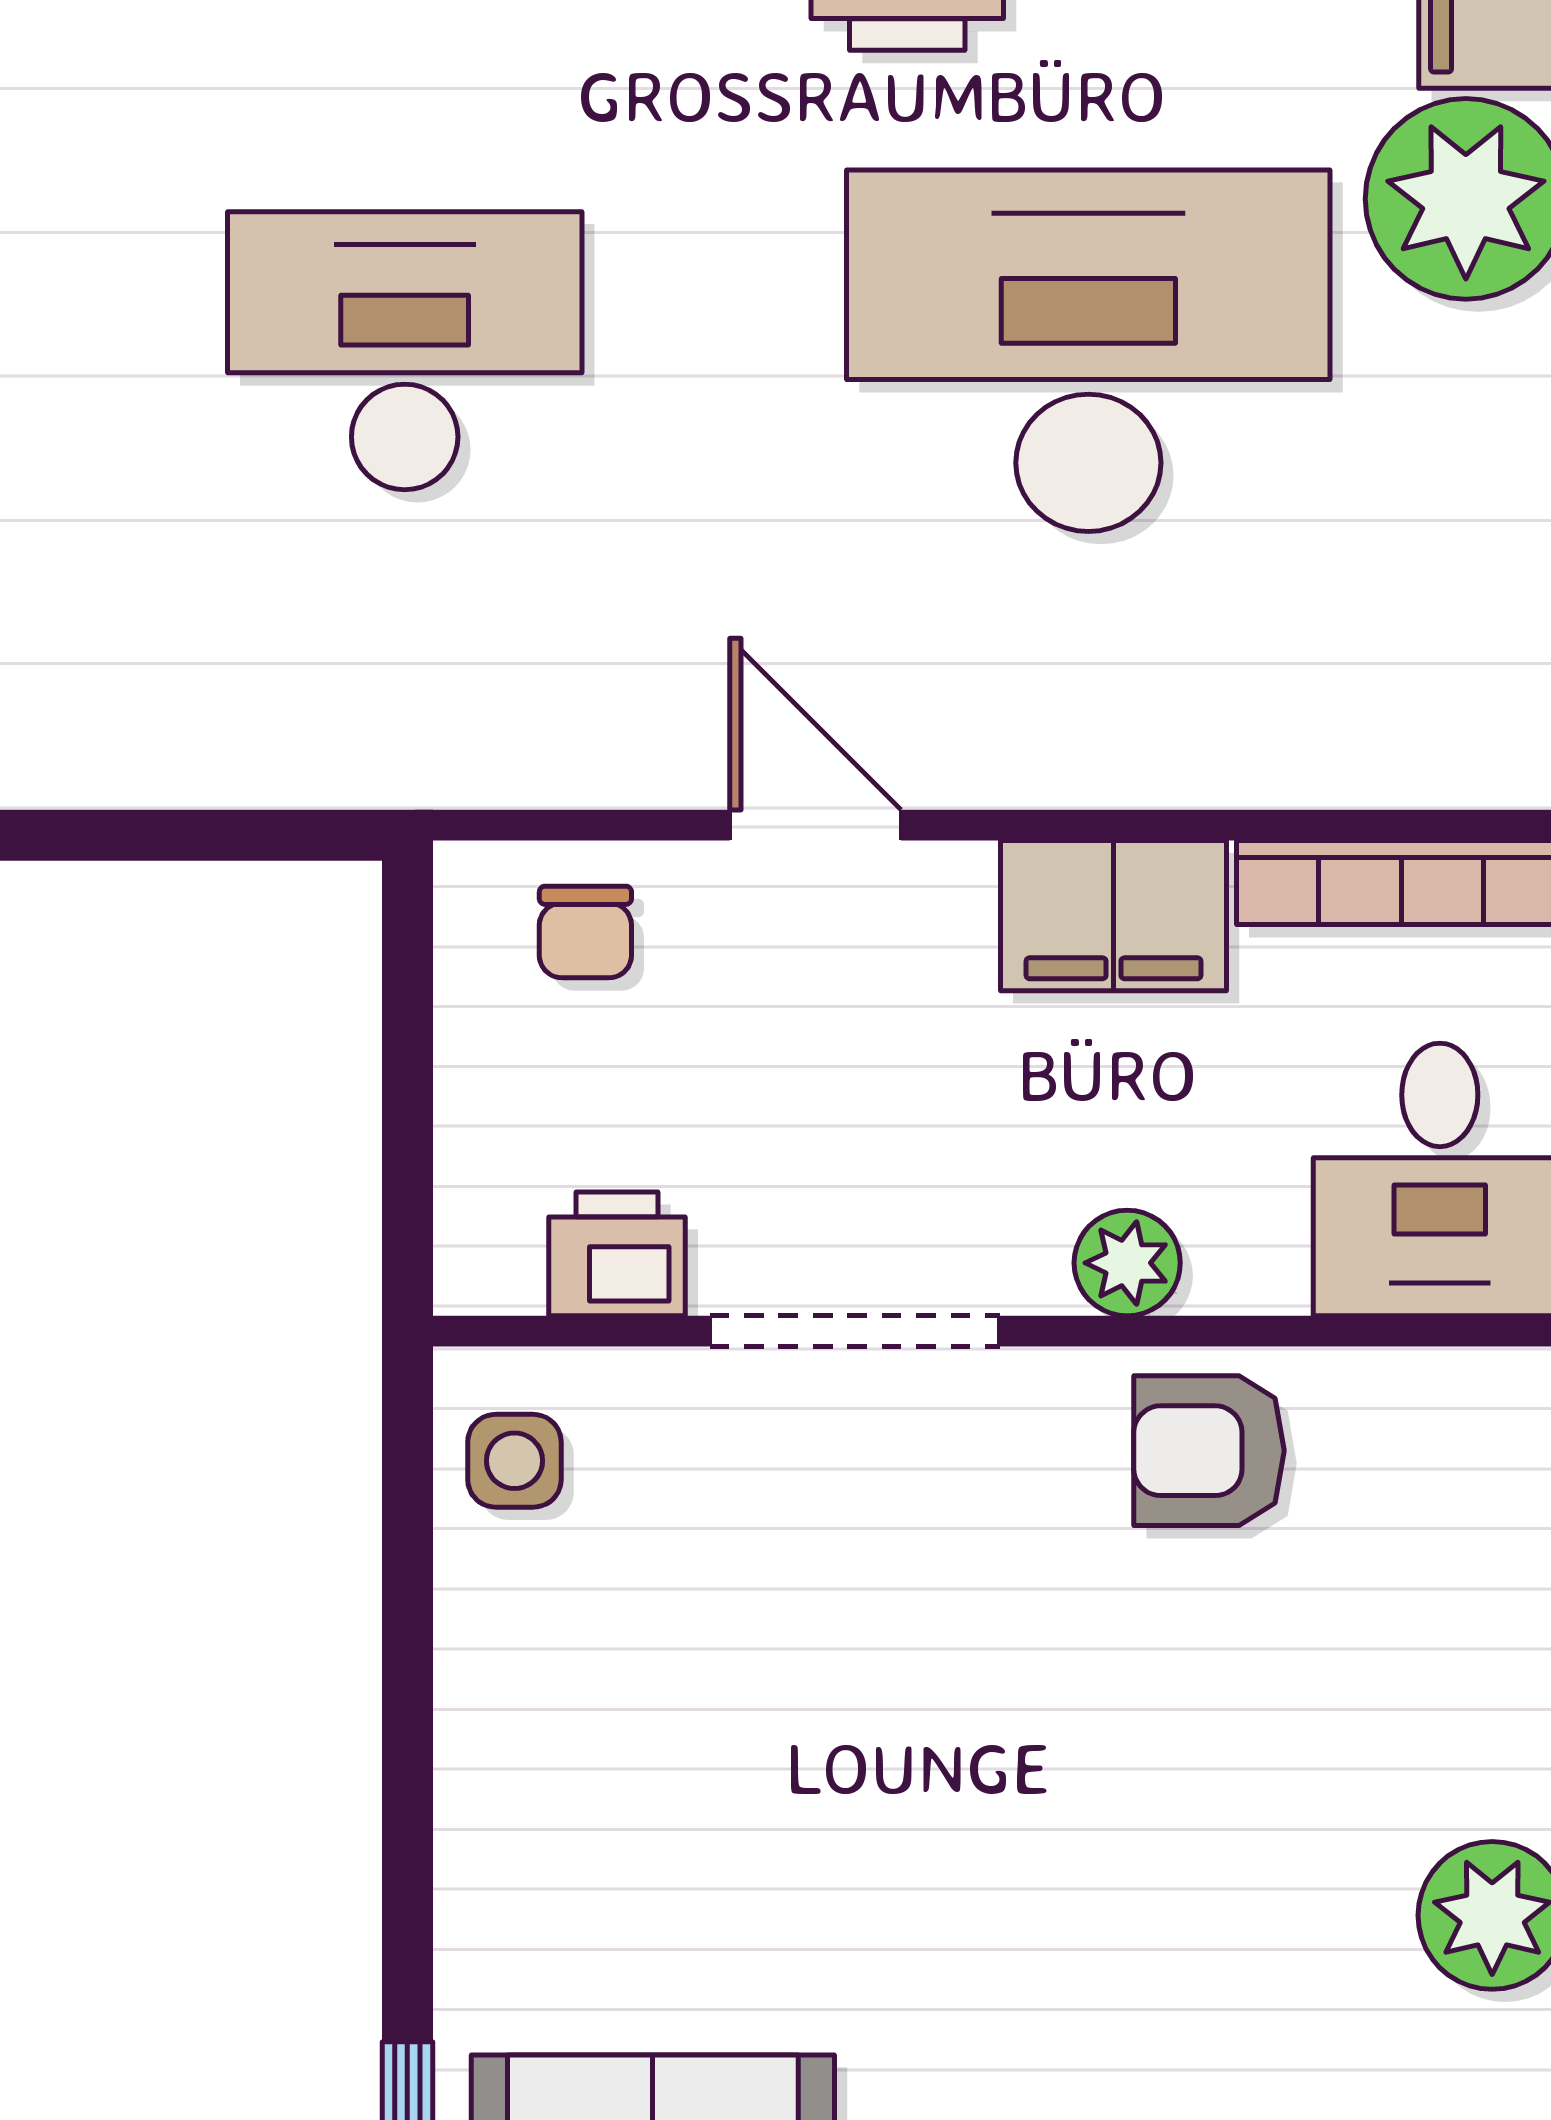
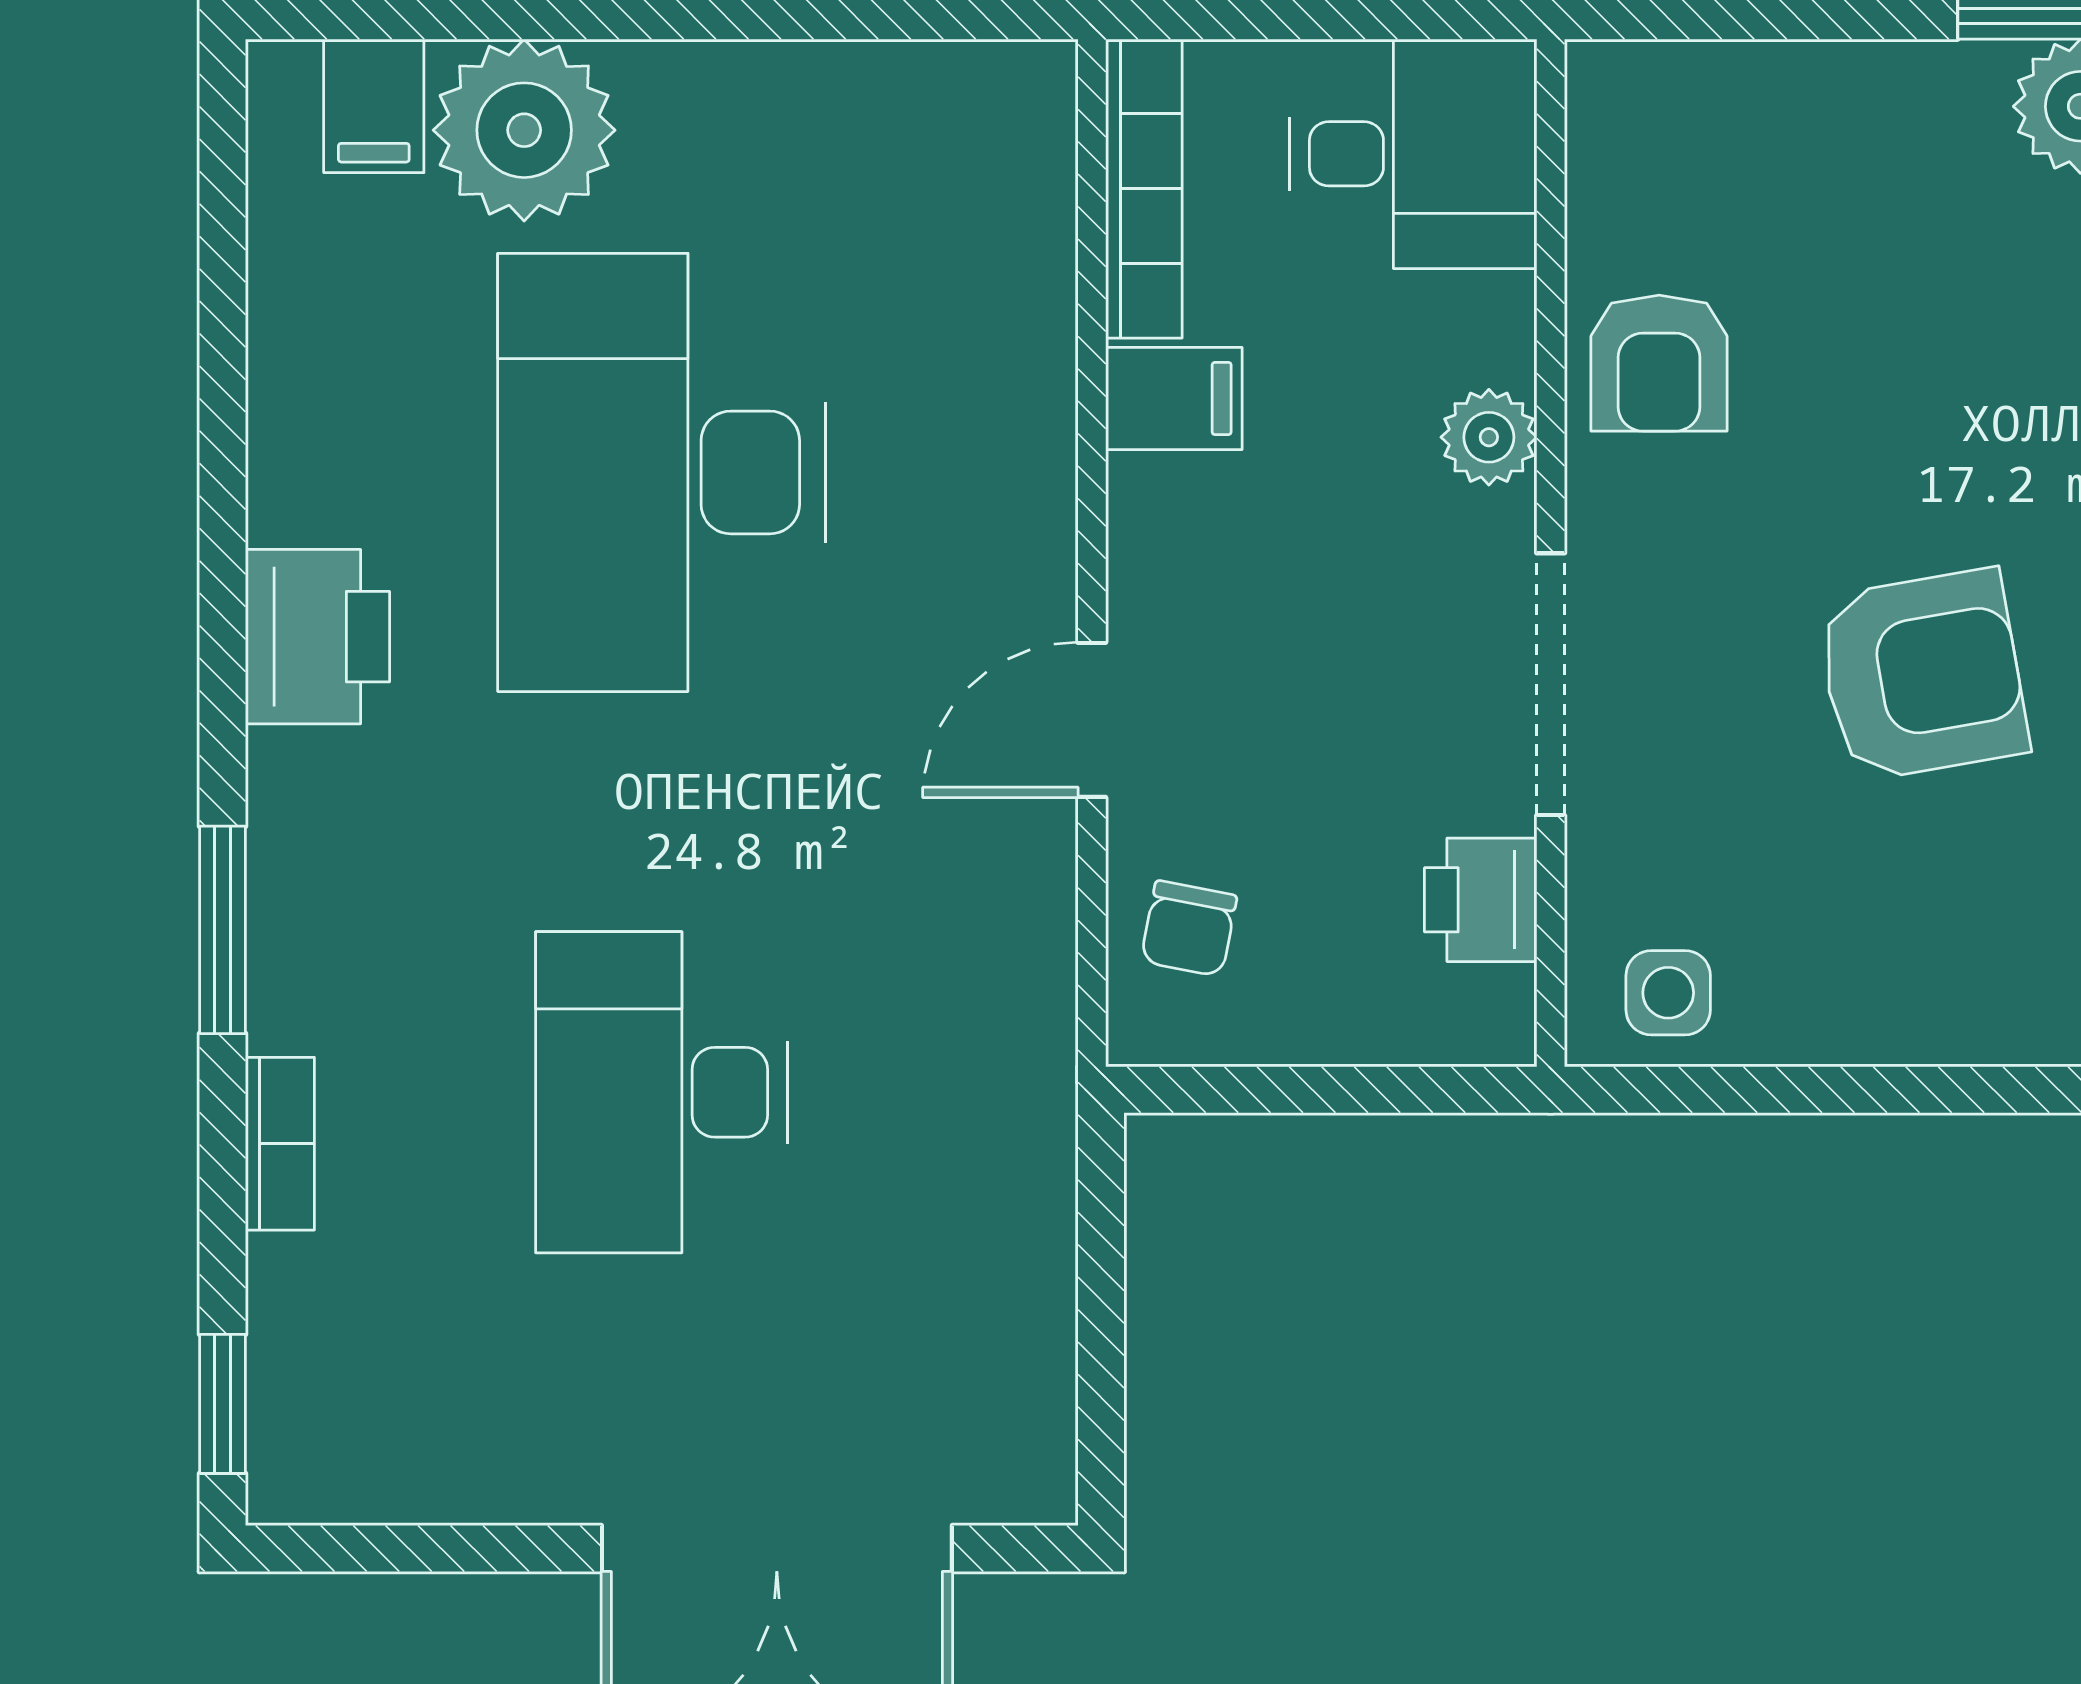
filing cabinet: (1113, 916) -> (1174, 398), width x0.50
chair: (585, 932) -> (1189, 928), turned 101
armchair: (865, 1741) -> (1922, 675), added

